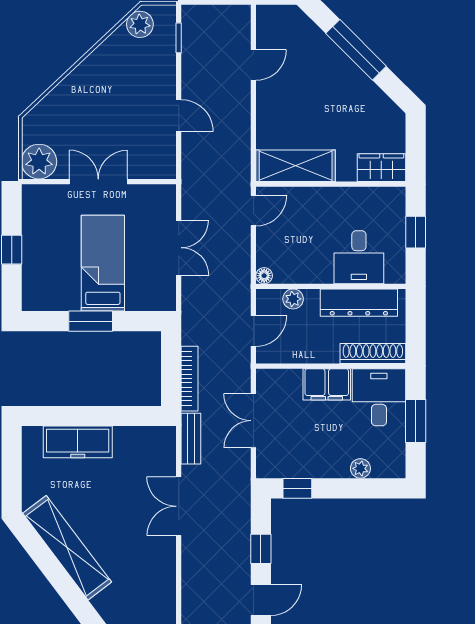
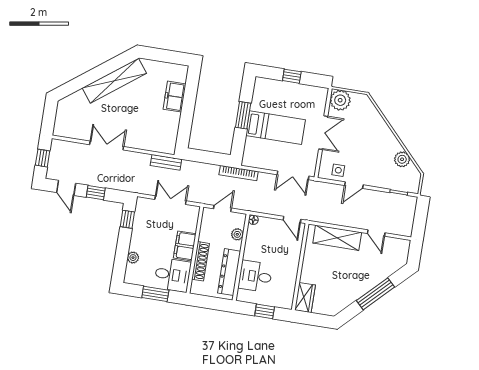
plant: (140, 24) -> (402, 159), moved
side table: (158, 146) -> (338, 170), added
shelving: (296, 166) -> (337, 238), moved, turned 90
double door: (179, 248) -> (293, 175), moved
door: (253, 331) -> (222, 208), swing flipped
shoe rack: (373, 354) -> (201, 261), moved
bookcase: (189, 379) -> (239, 173), moved
freezer: (78, 442) -> (175, 97), width x0.71
double door: (179, 506) -> (107, 146), moved

